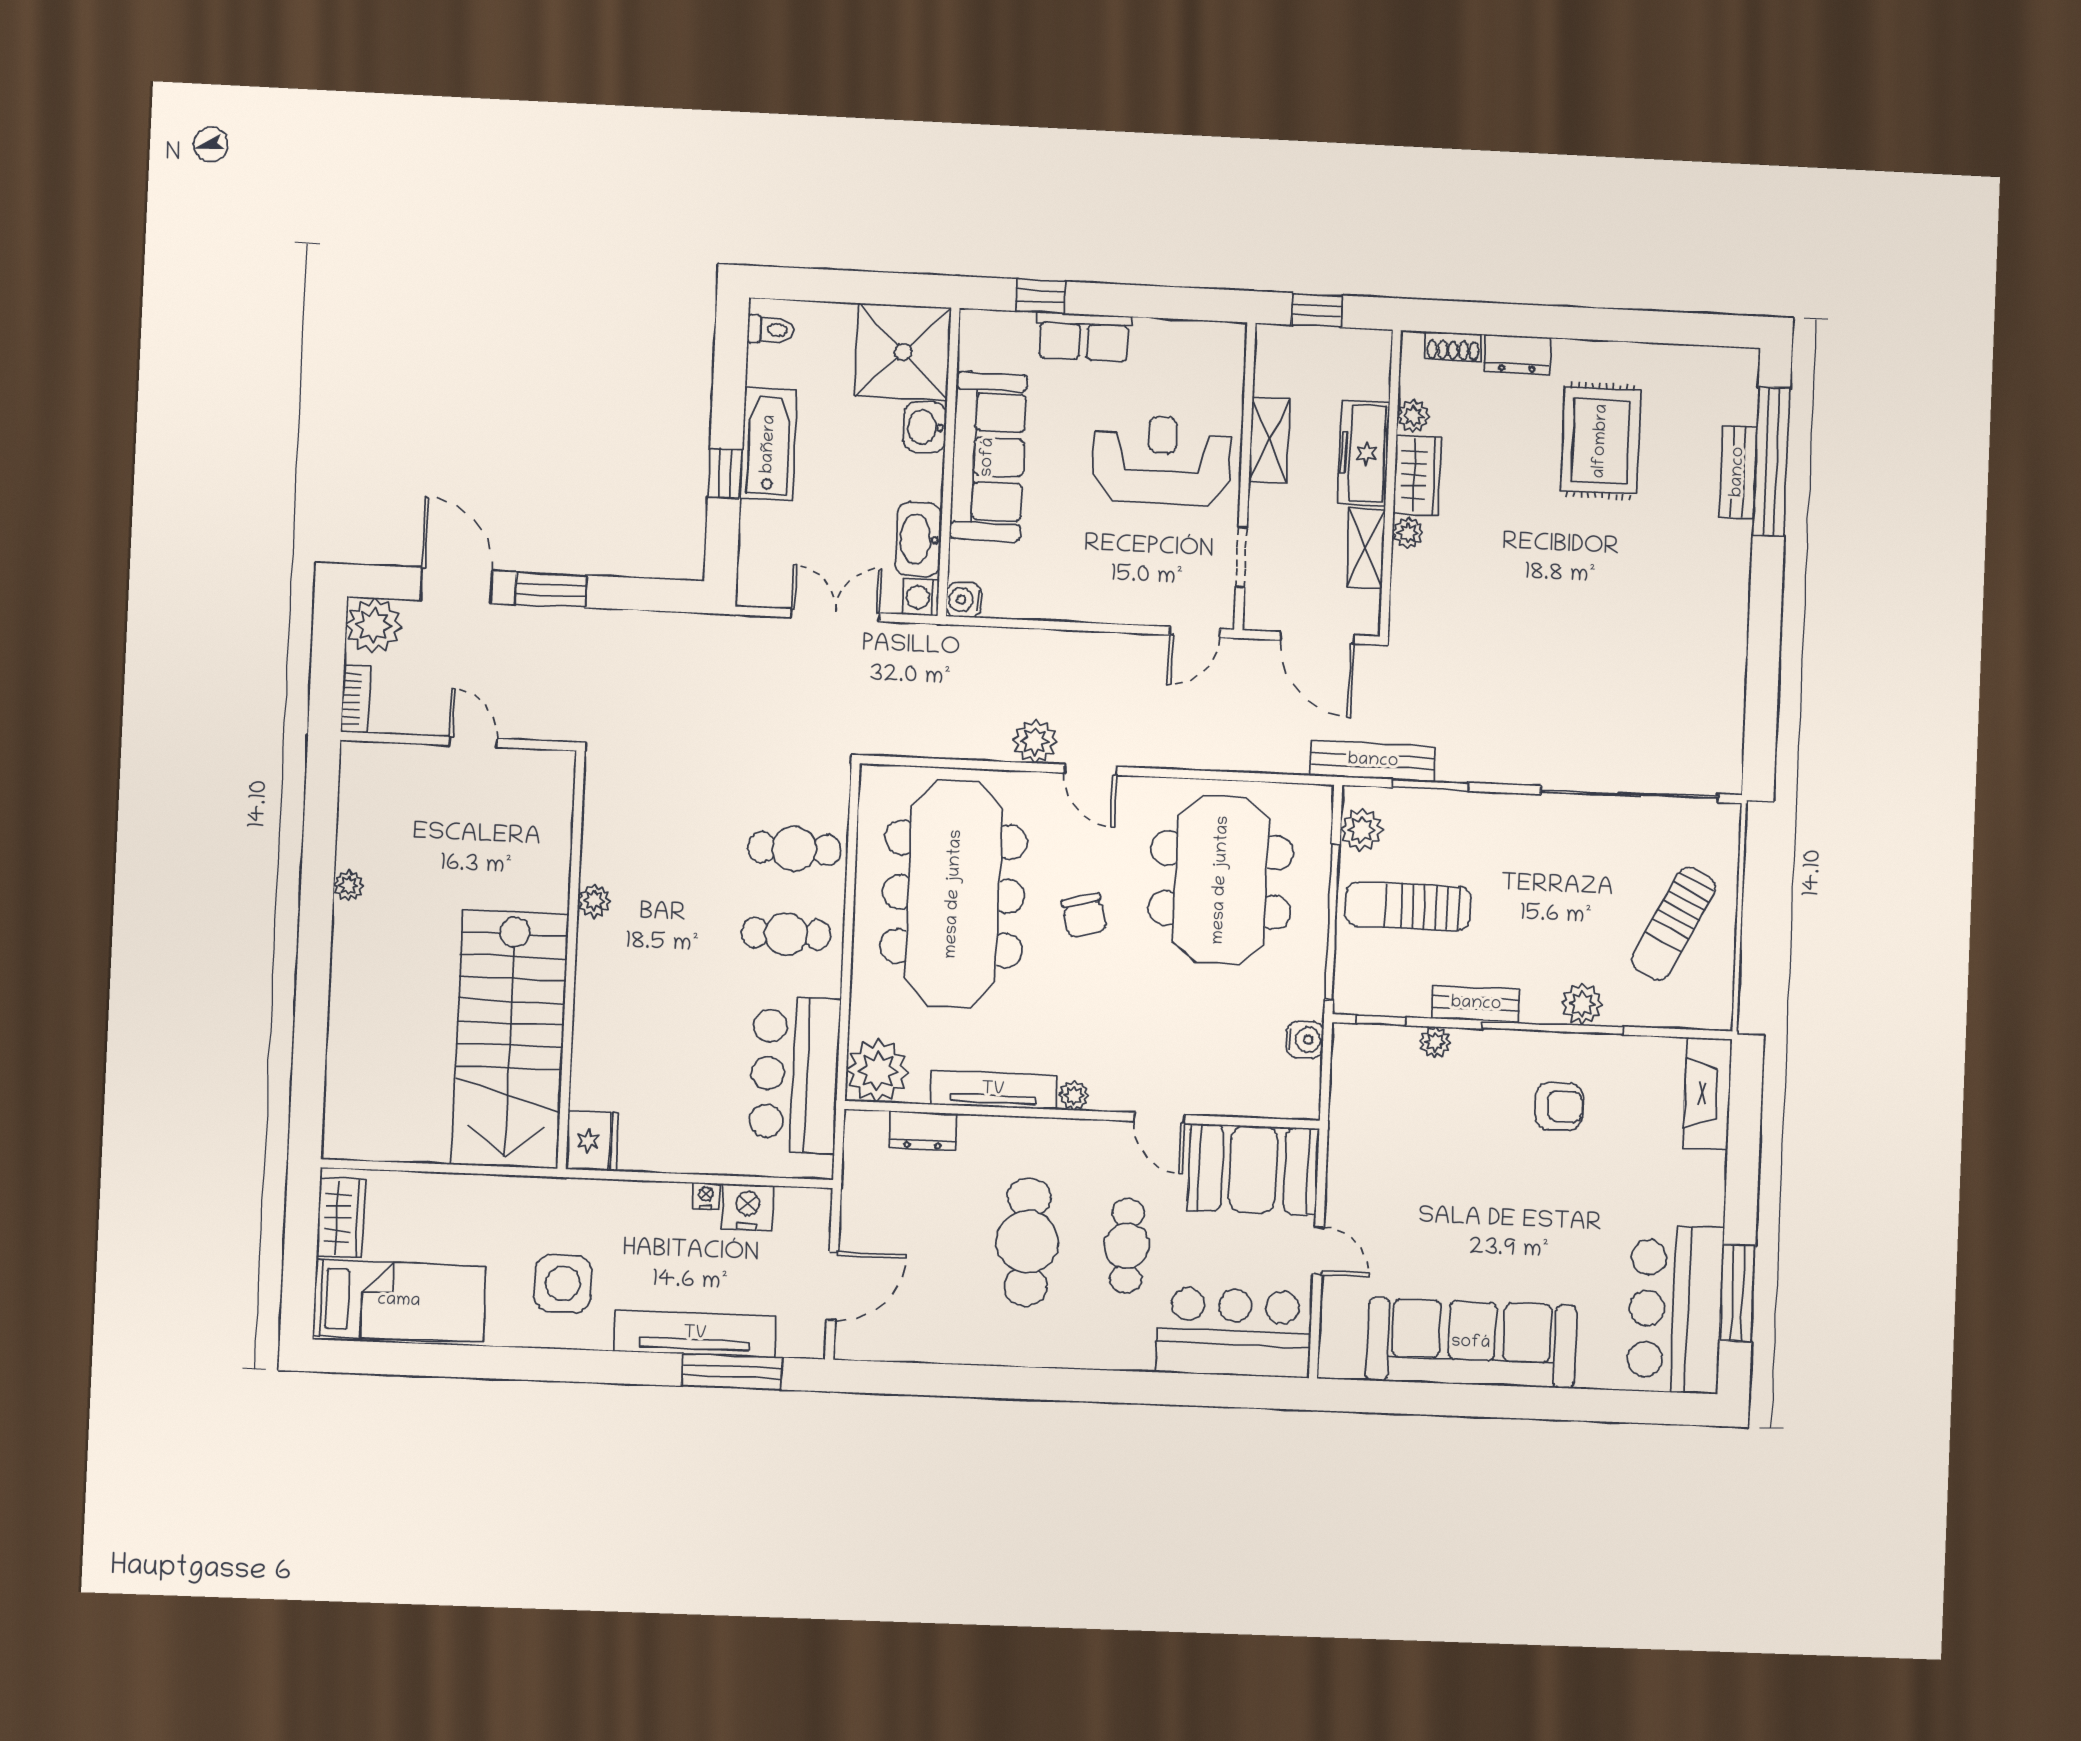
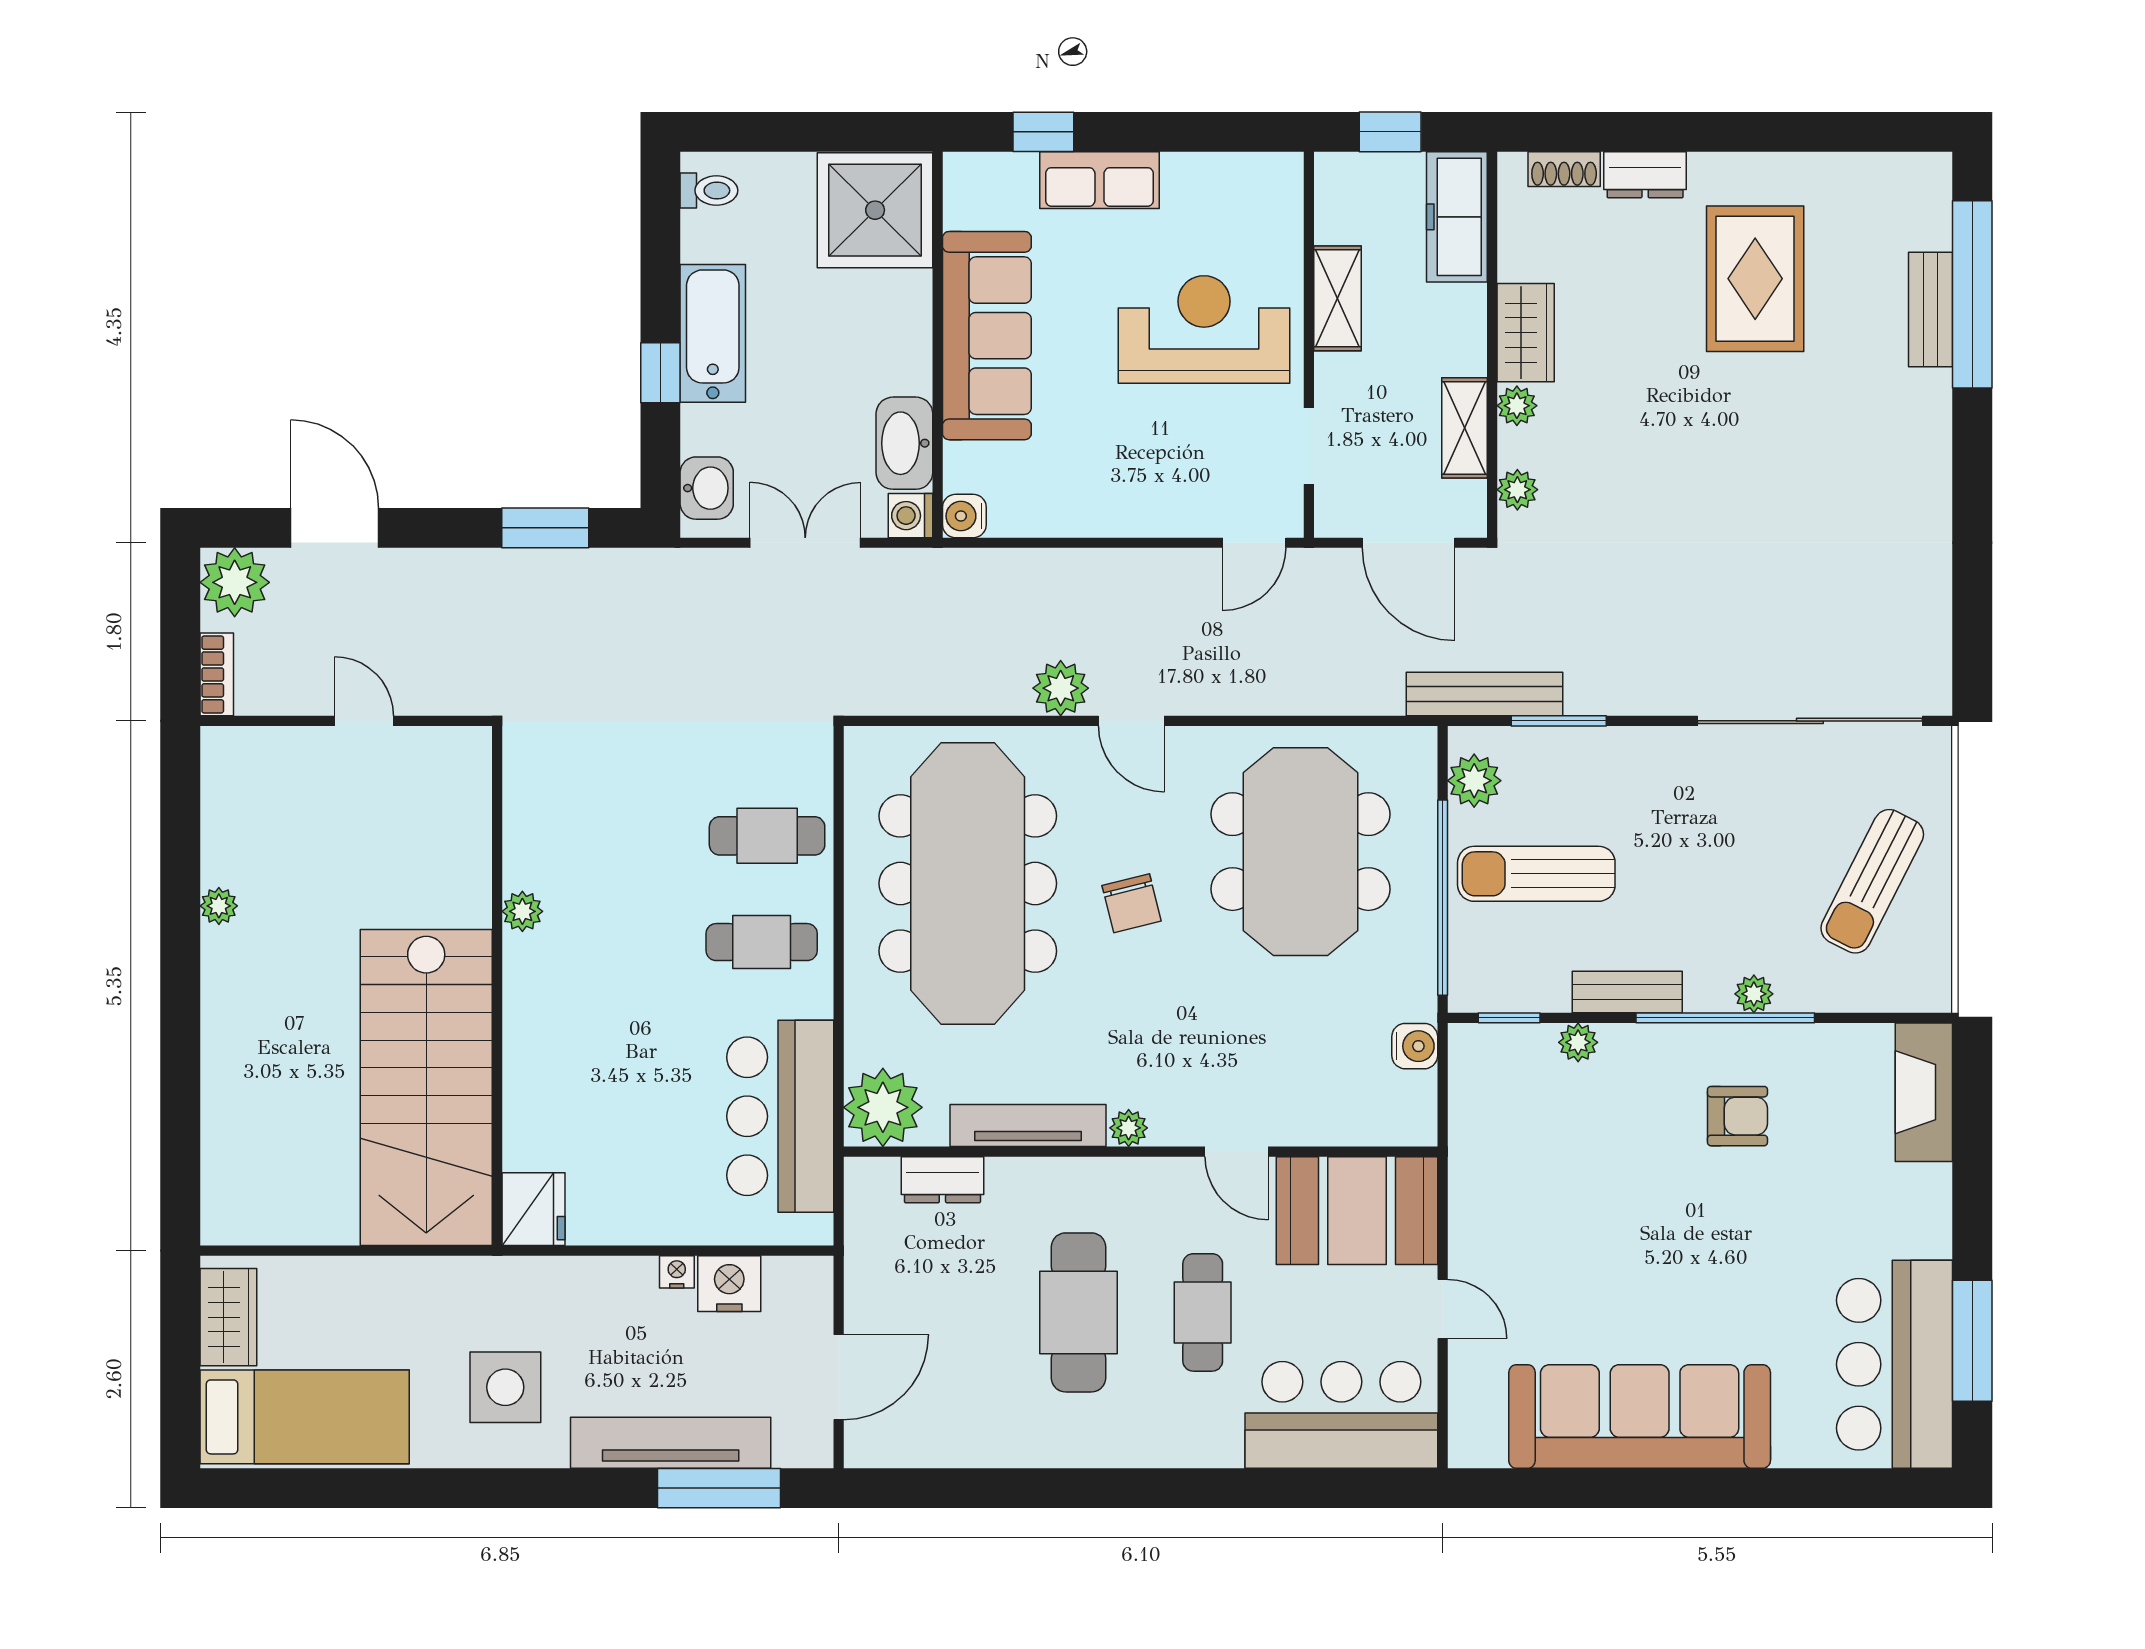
plant: (1413, 416) -> (1517, 490), moved
washbasin: (925, 427) -> (707, 488), moved, turned 180
freezer: (1364, 453) -> (1457, 217), moved
window: (551, 590) -> (545, 528), moved
plant: (1582, 1004) -> (1754, 994), width x0.73, depth x0.73

